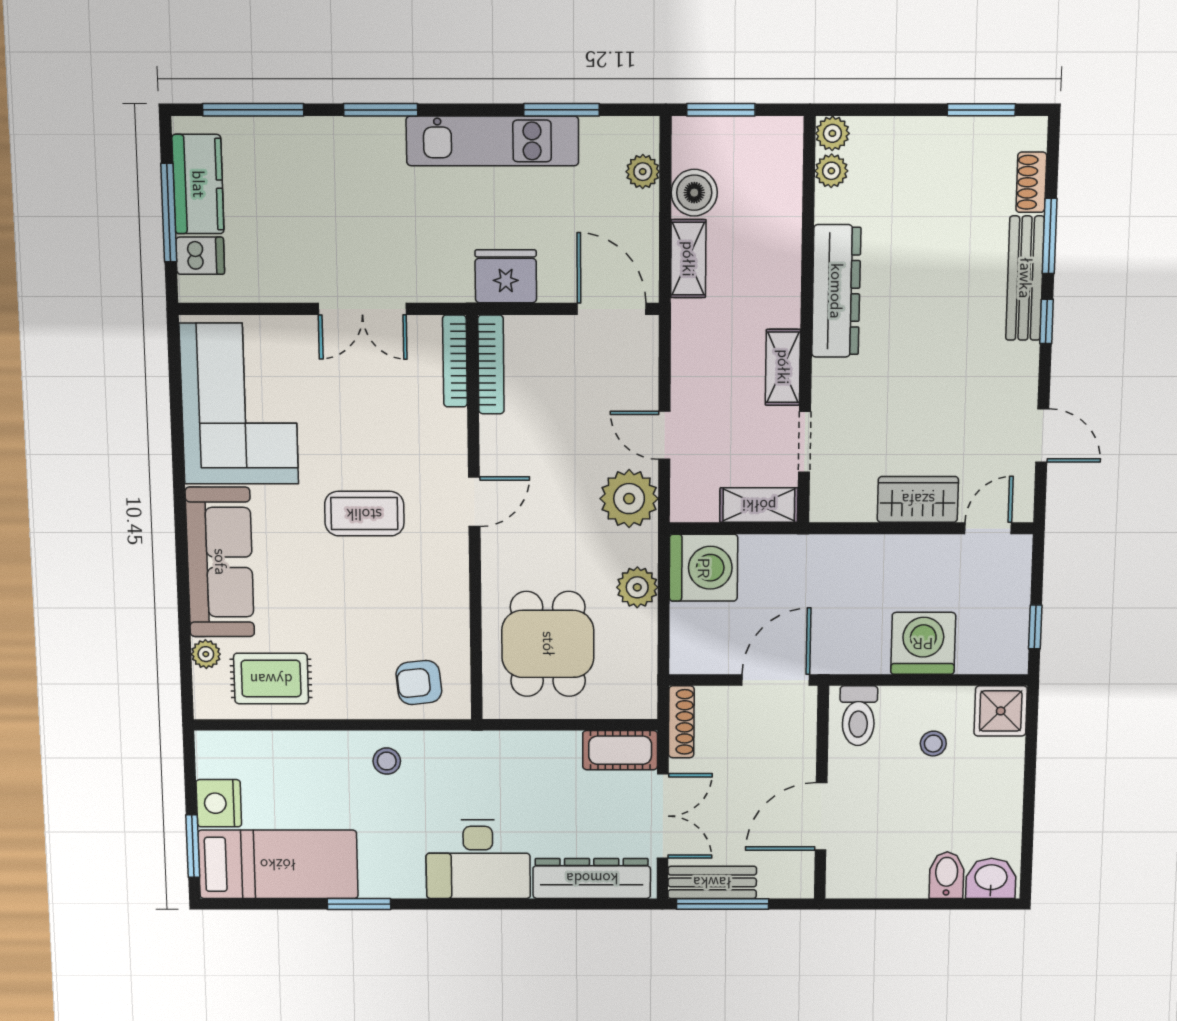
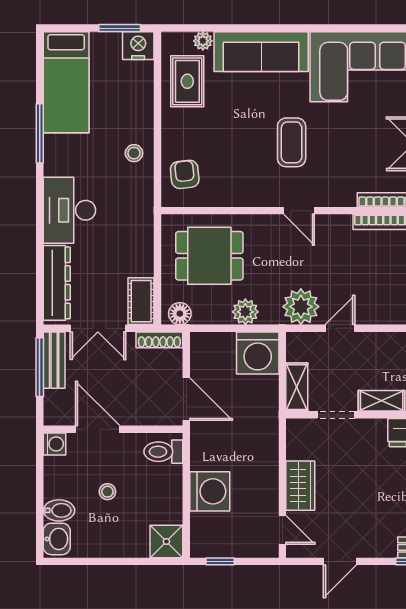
floor lamp: (640, 690) -> (180, 314), added
stool: (933, 744) -> (107, 492), moved
nightstand: (219, 803) -> (138, 46), moved
window: (193, 846) -> (120, 28), moved
washing machine: (843, 882) -> (54, 444), added
window: (359, 904) -> (40, 133), width x1.44

